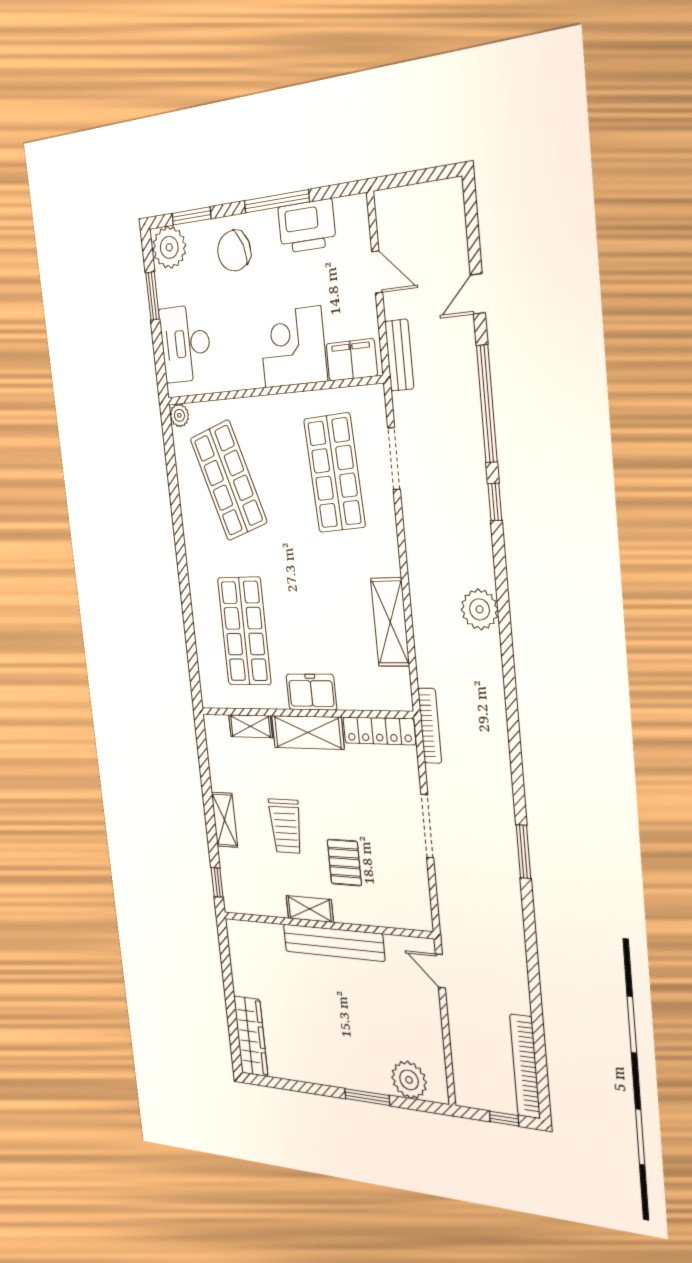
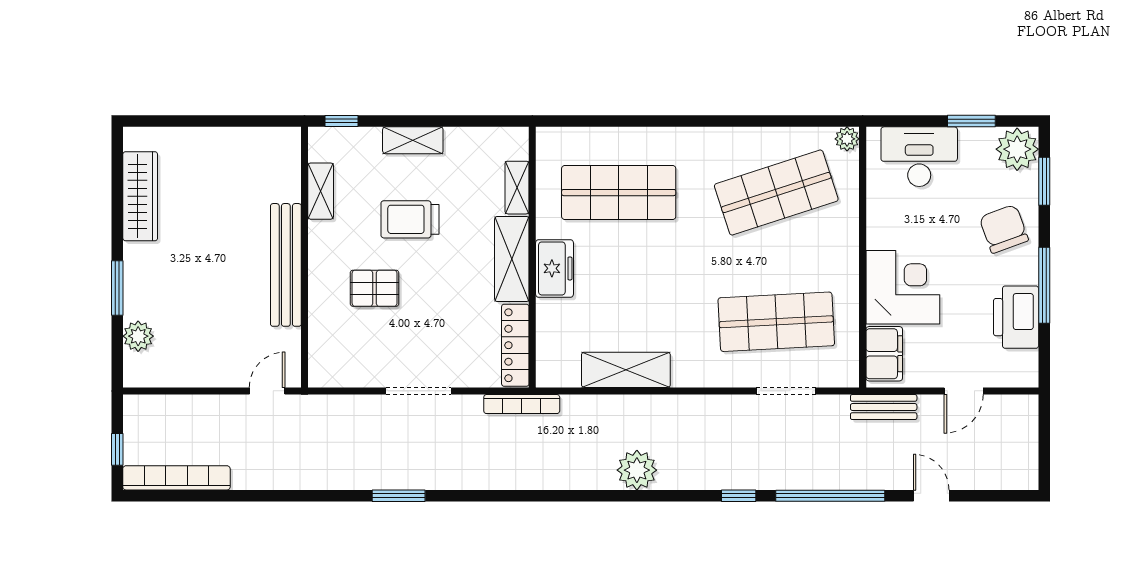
shelving: (310, 909) -> (321, 191), moved
wardrobe: (251, 1036) -> (140, 196), moved, turned -90
plant: (409, 1080) -> (138, 336), width x0.73, depth x0.73

